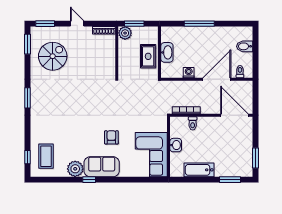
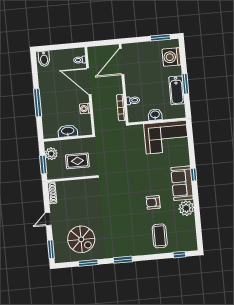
plant: (125, 33) -> (51, 154), moved
window: (27, 44) -> (88, 263), moved
bidet: (245, 46) -> (44, 59), moved
spiral stairs: (53, 56) -> (81, 239), turned 180
rug: (148, 56) -> (77, 161), moved
armchair: (111, 137) -> (153, 202), moved
coffee table: (46, 156) -> (160, 236), moved, turned 90
washing machine: (234, 168) -> (172, 57), added
window: (89, 180) -> (194, 175), moved
window: (230, 180) -> (185, 84), moved

